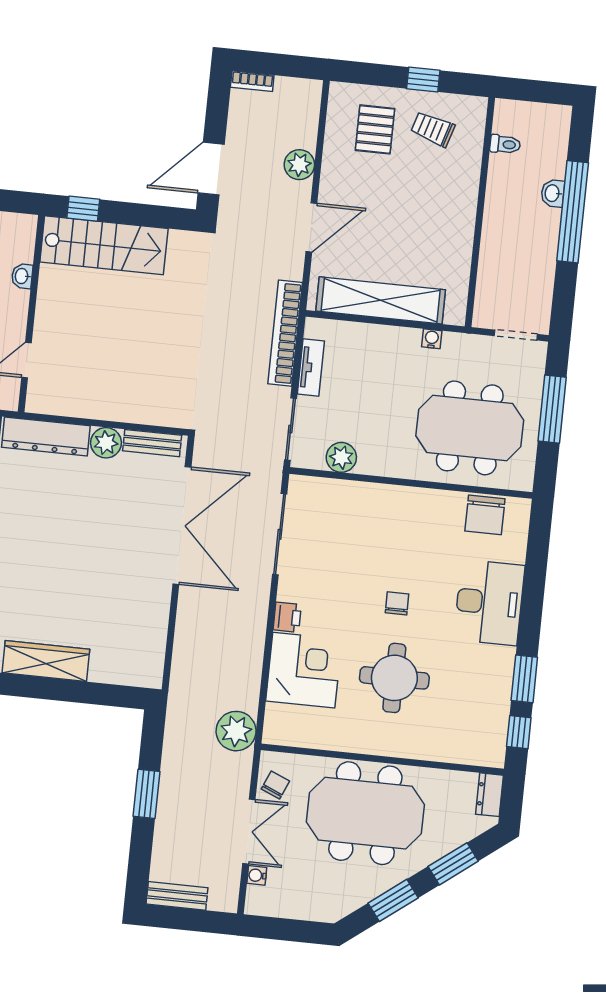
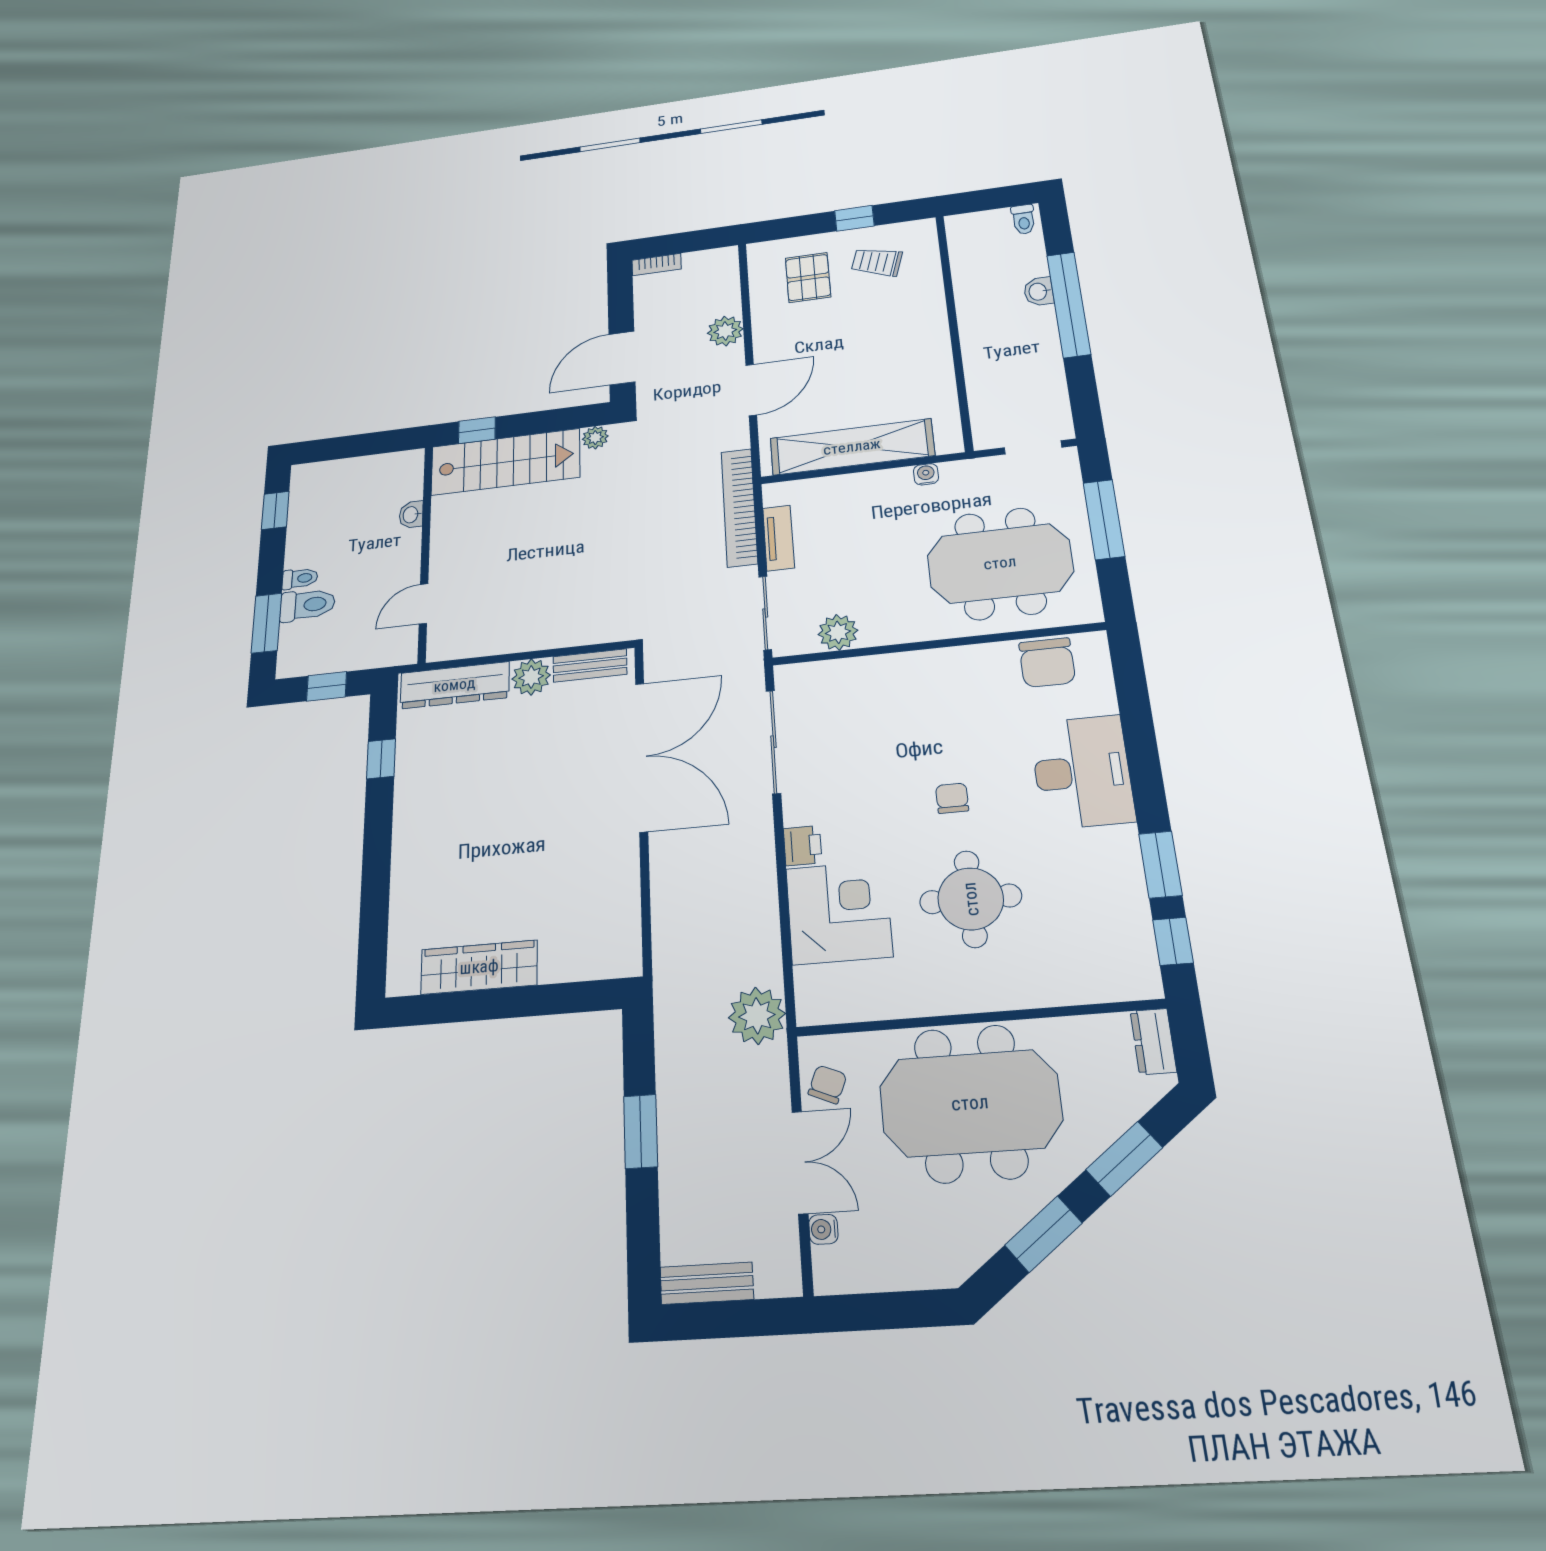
toilet: (505, 144) -> (1023, 219), moved, turned 90
plant: (180, 241) -> (595, 438), added

